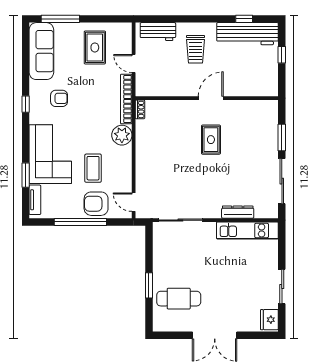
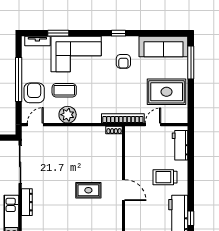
rug: (95, 47) -> (167, 92), width x1.36, depth x1.43
plant: (122, 135) -> (68, 115), moved
dresser: (238, 212) -> (27, 202), moved

